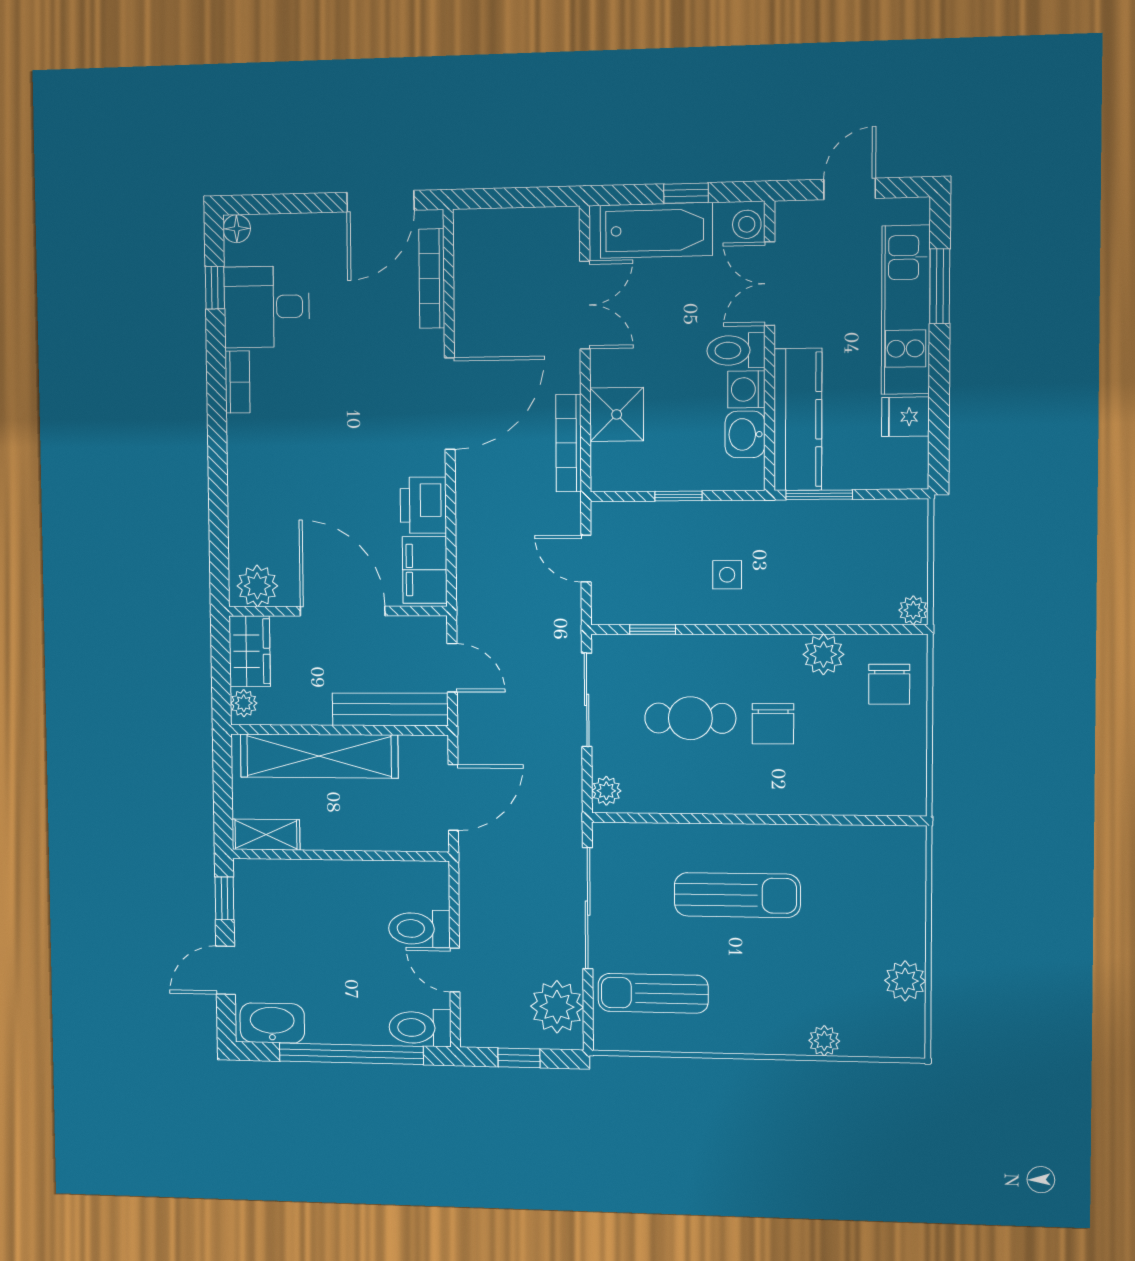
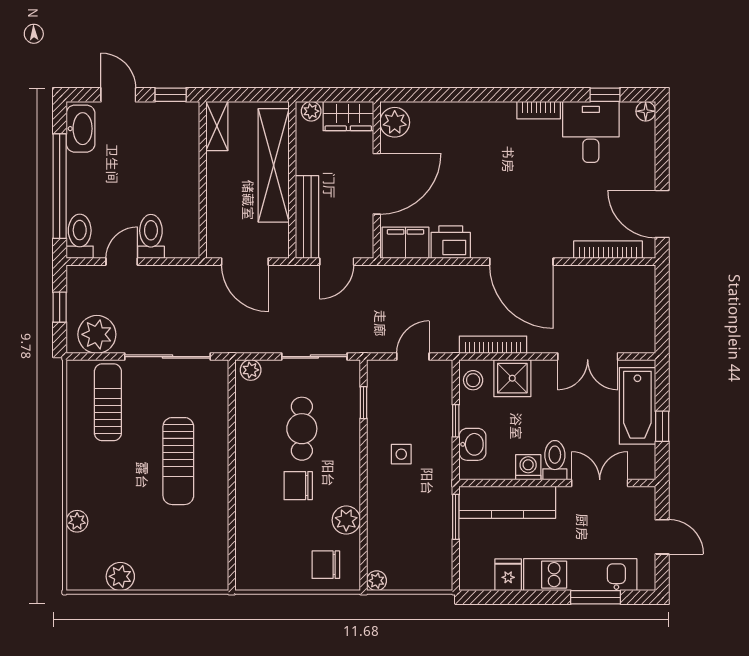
stool: (747, 224) -> (473, 380), moved
washbasin: (745, 434) -> (472, 444), moved, turned 90

